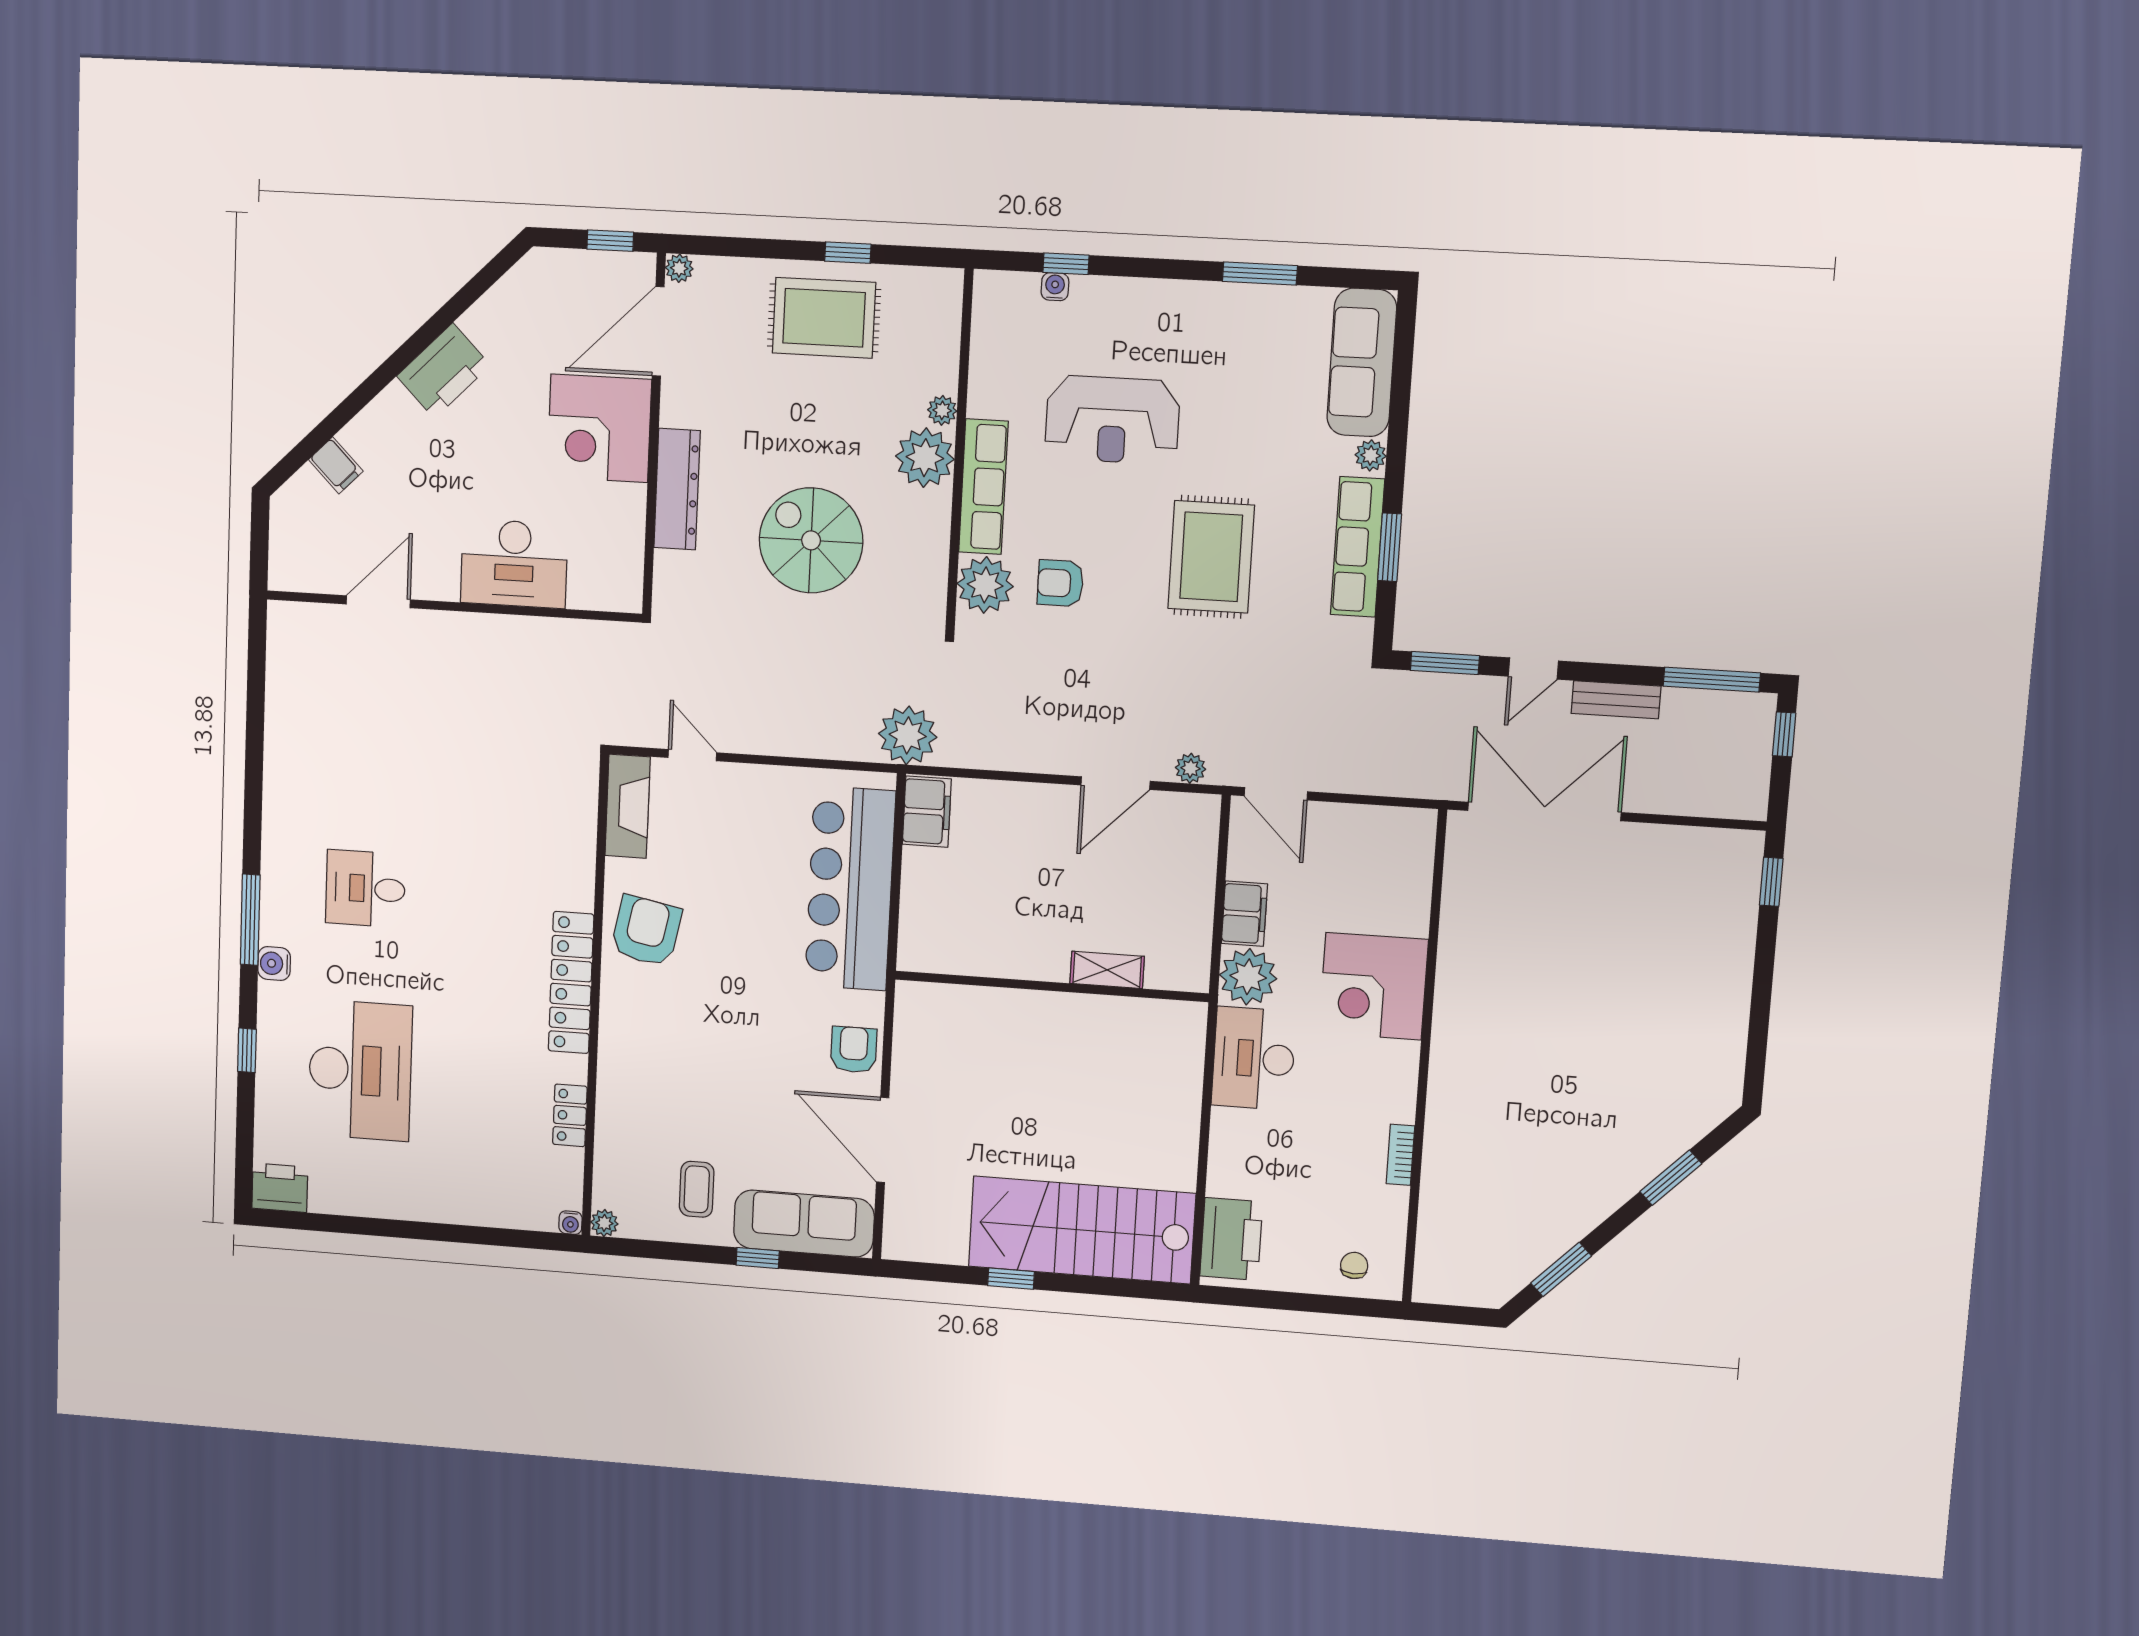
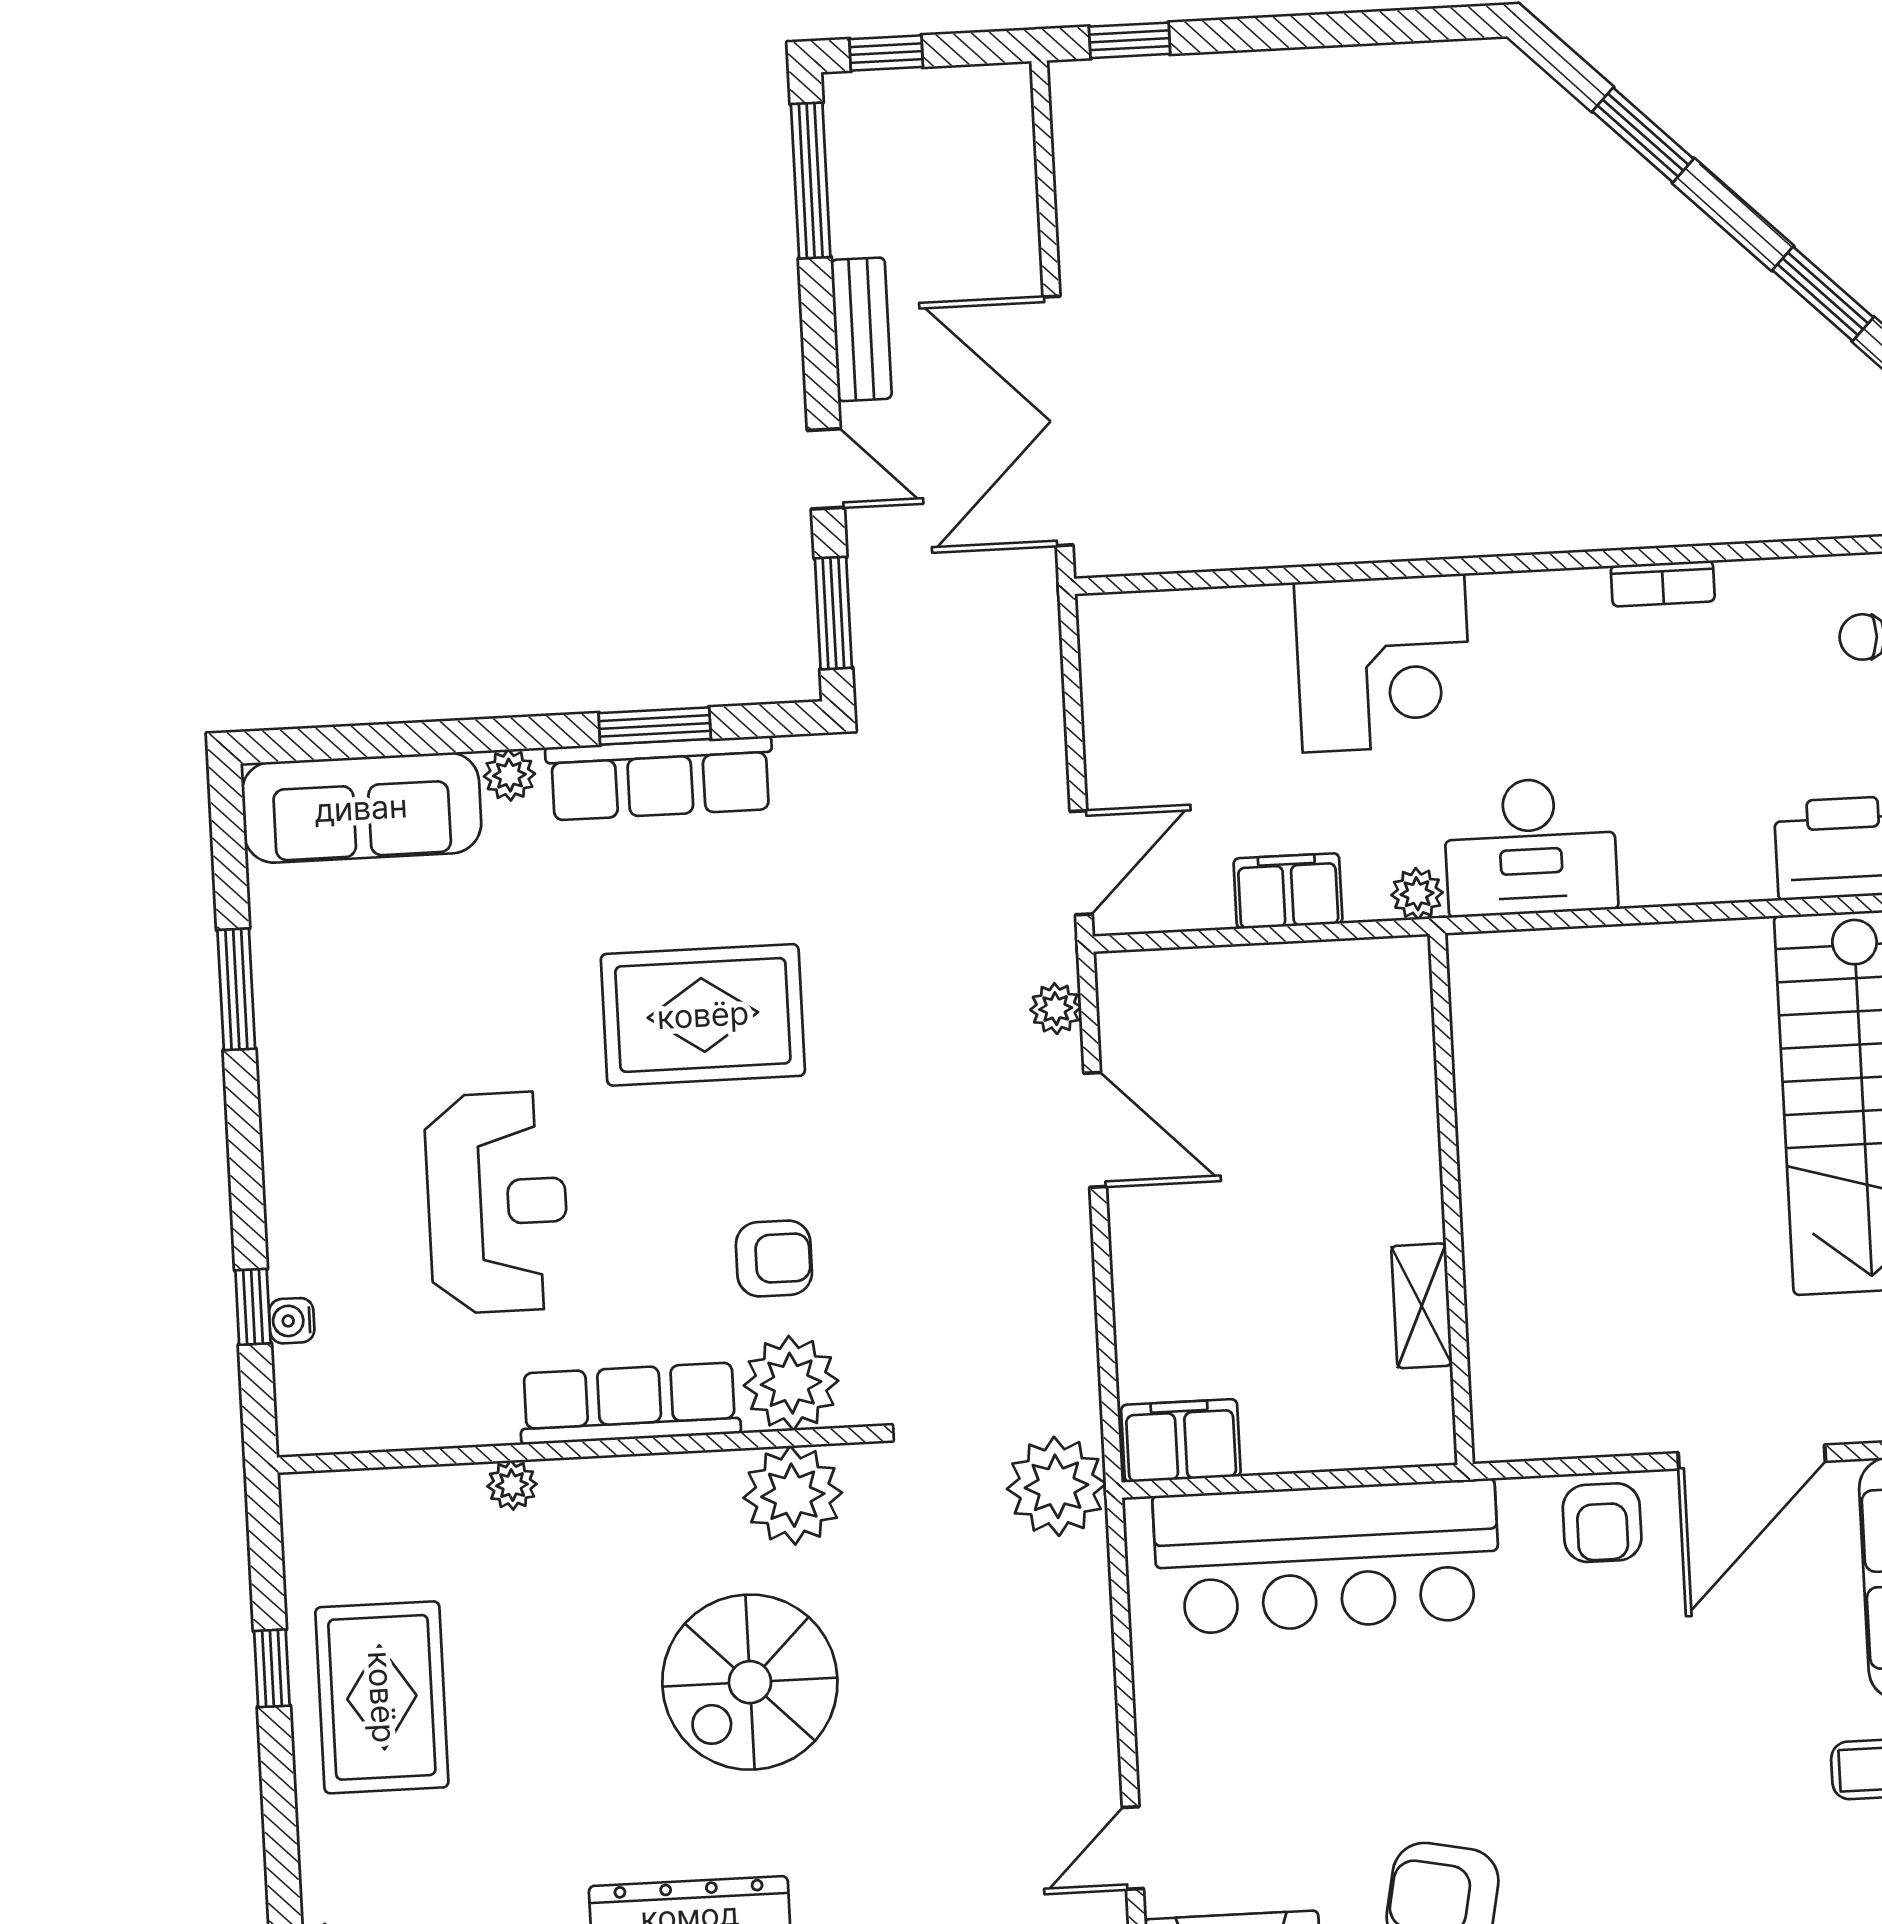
plant: (925, 458) -> (793, 1495), moved
armchair: (1060, 583) -> (774, 1258), turned -90
shelving: (1107, 970) -> (1422, 1306), moved
plant: (1248, 977) -> (1417, 894), width x0.53, depth x0.53
armchair: (854, 1050) -> (1602, 1523), turned -90

